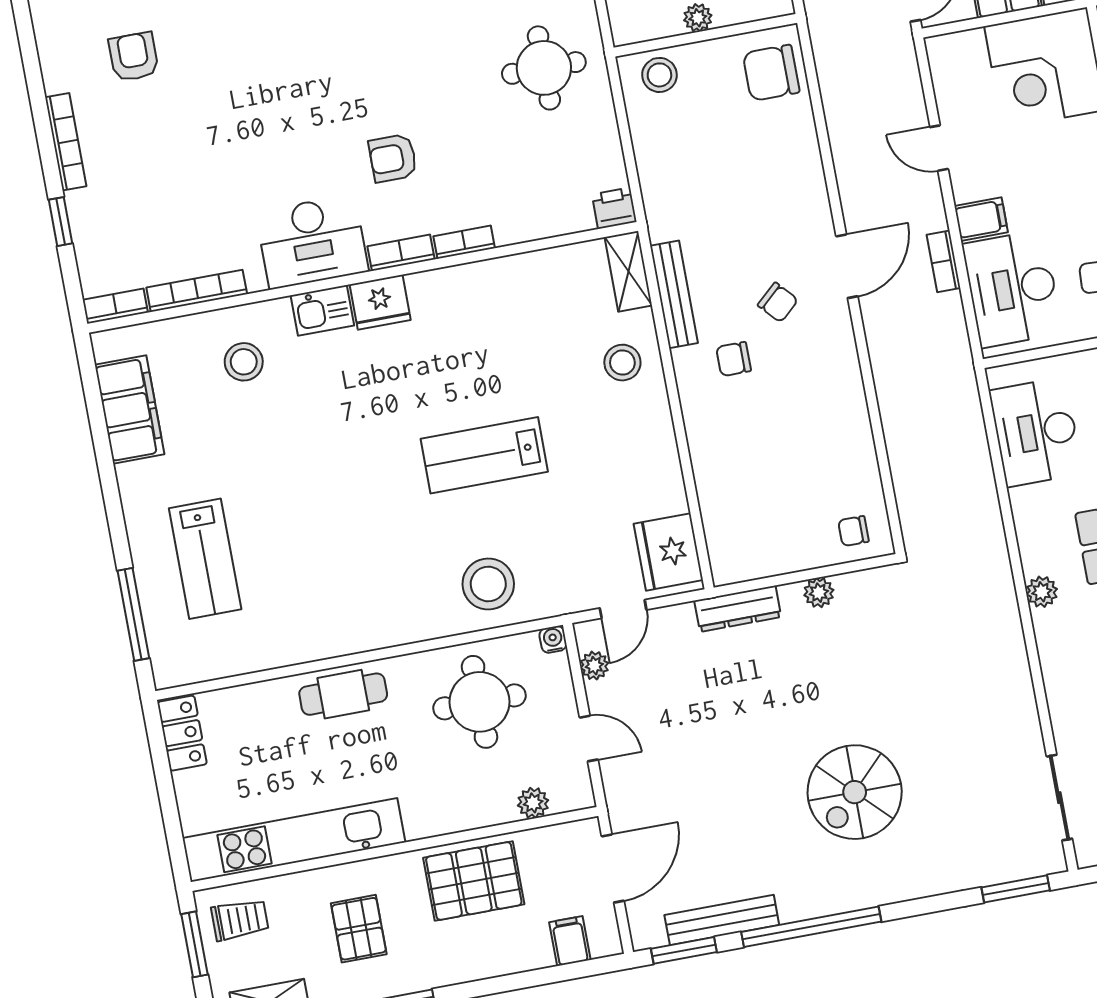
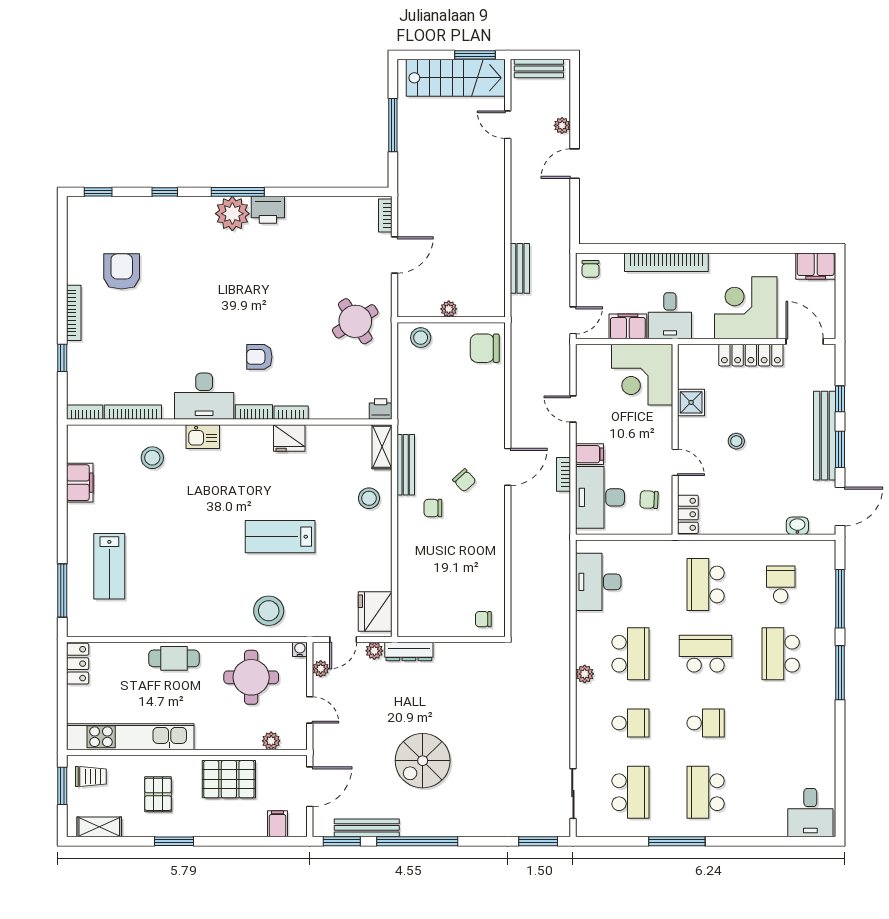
armchair: (134, 57) -> (122, 271), width x1.38, depth x1.38
round table: (544, 68) -> (355, 321), turned -32
fridge: (380, 302) -> (289, 438), moved
filing cabinet: (130, 410) -> (80, 483), width x0.67, depth x0.86
plant: (819, 593) -> (374, 651), moved
spiral stairs: (855, 792) -> (423, 761), moved

